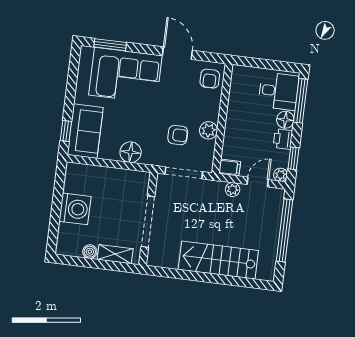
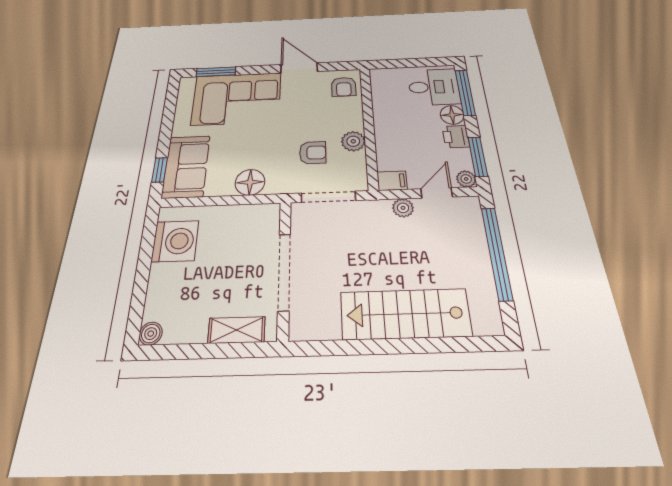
window: (293, 158) -> (478, 157), width x1.50
washing machine: (75, 209) -> (175, 241), moved
boiler: (90, 252) -> (151, 334), moved

